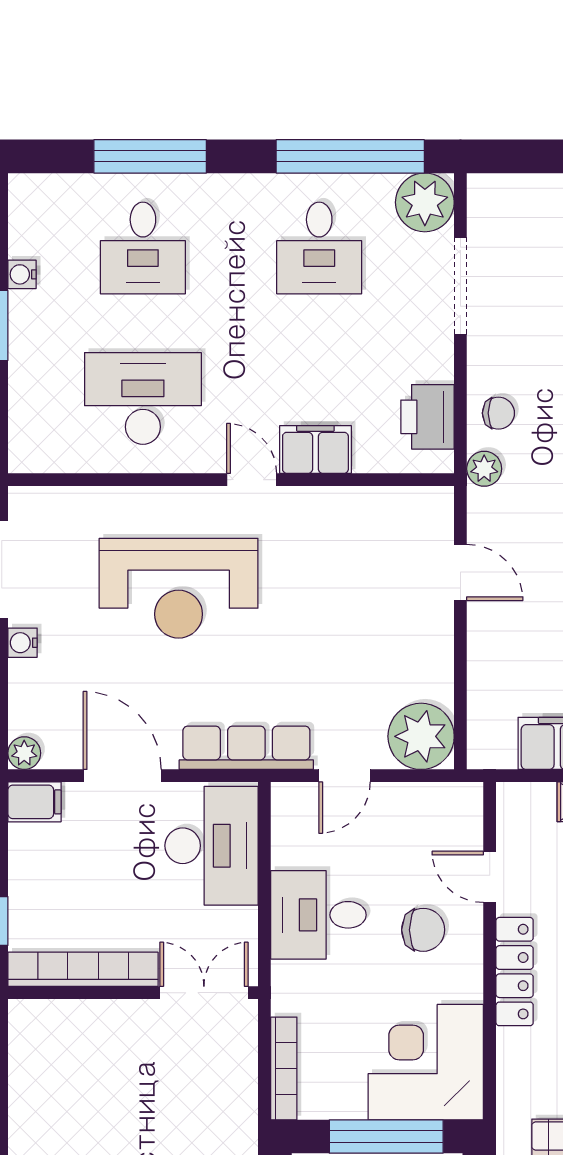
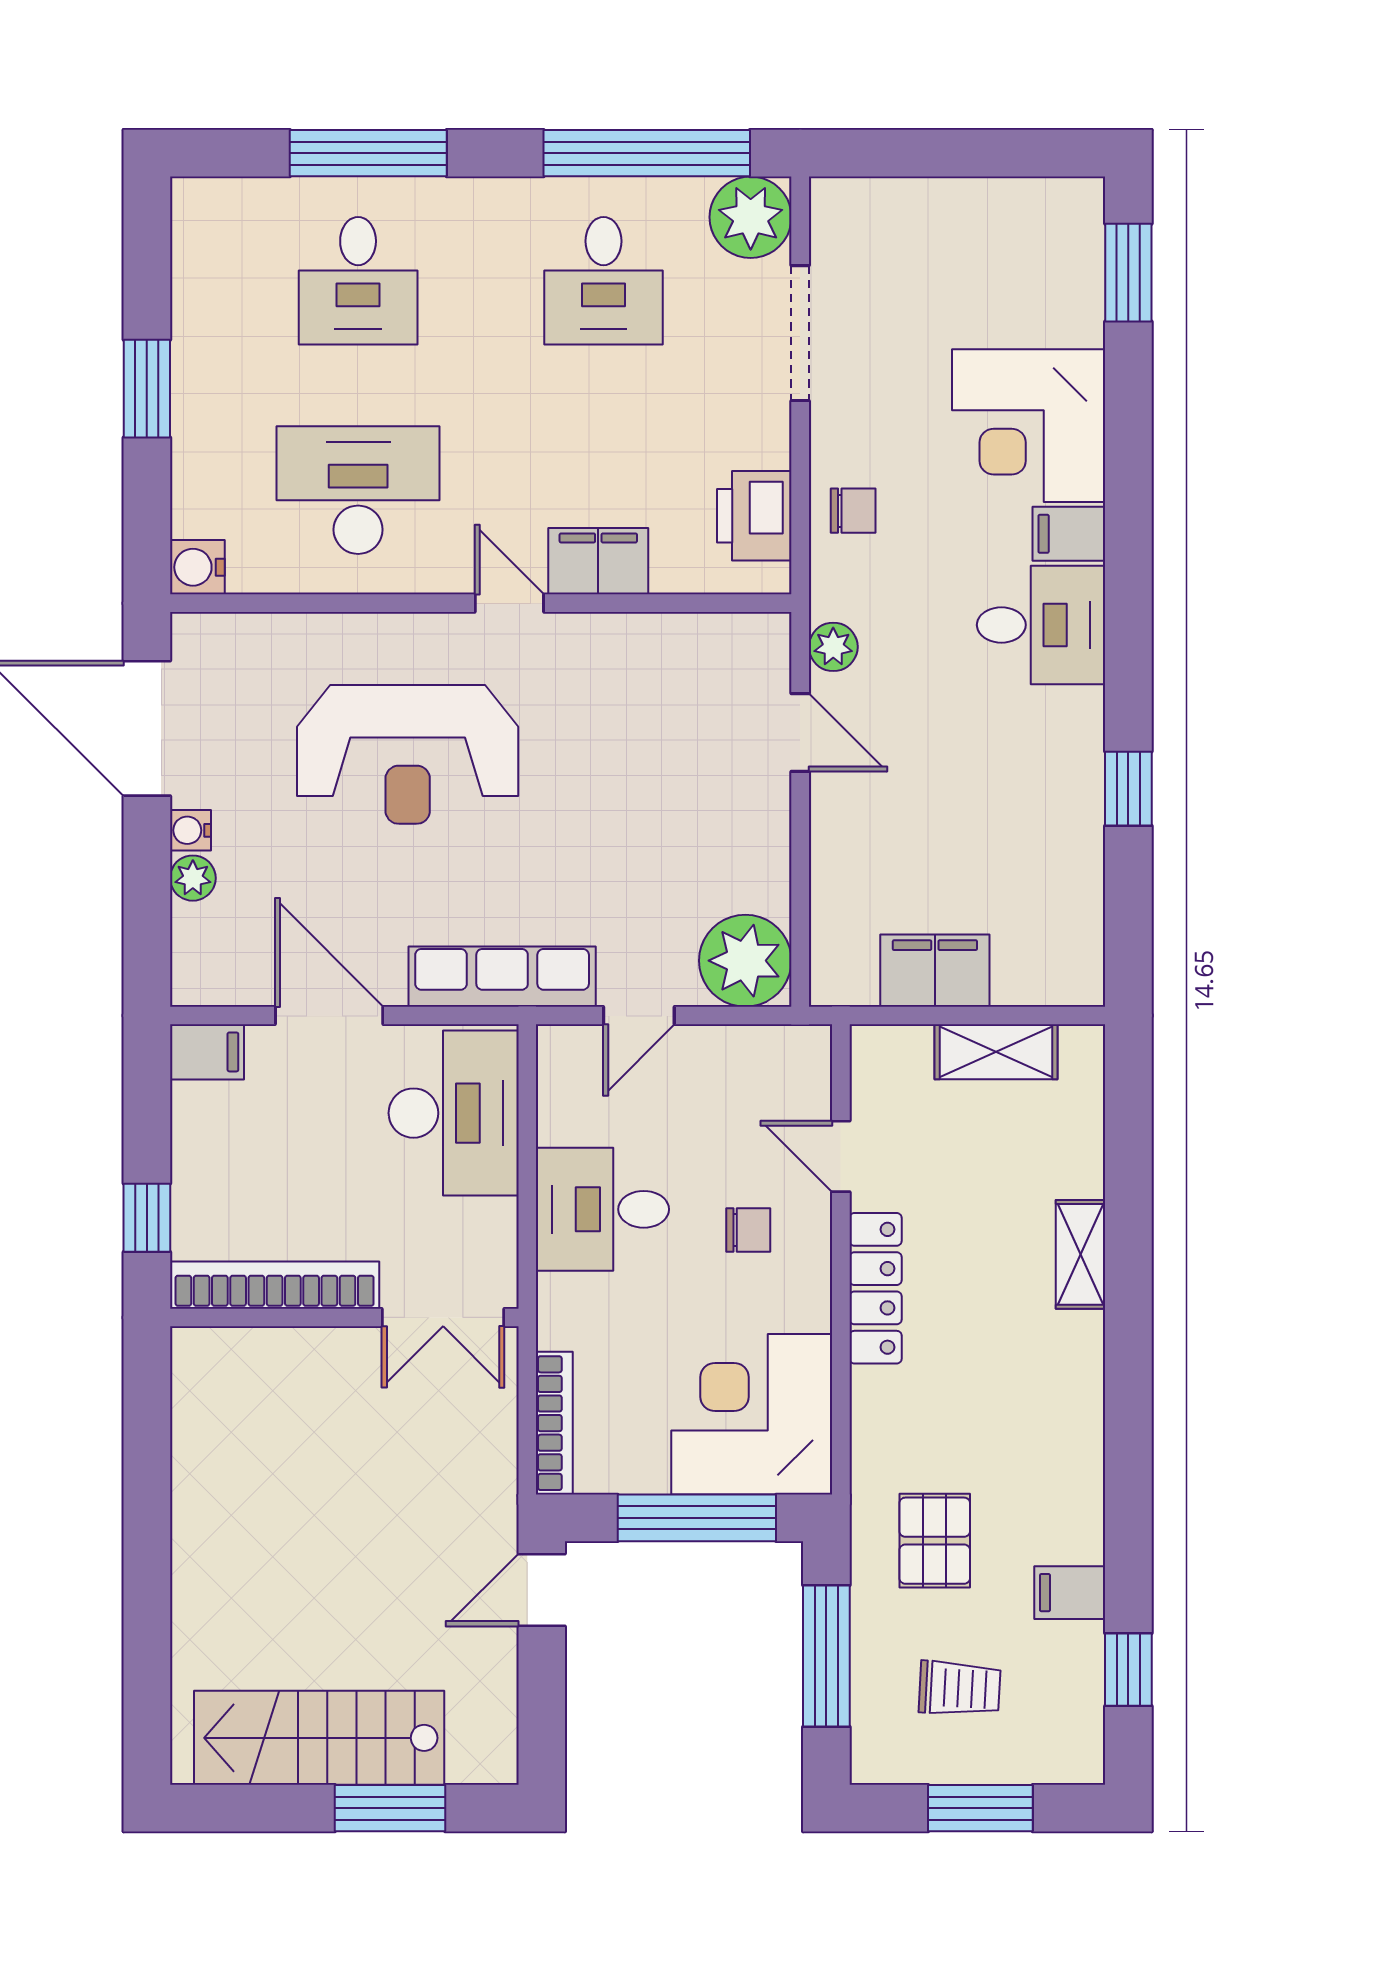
water cooler: (22, 274) -> (197, 567), moved, width x1.38, depth x1.38
plant: (484, 469) -> (833, 647), moved
plant: (24, 753) -> (193, 878), moved
chair: (423, 930) -> (748, 1230), width x0.73, depth x0.73
double door: (204, 993) -> (443, 1317), swing flipped

